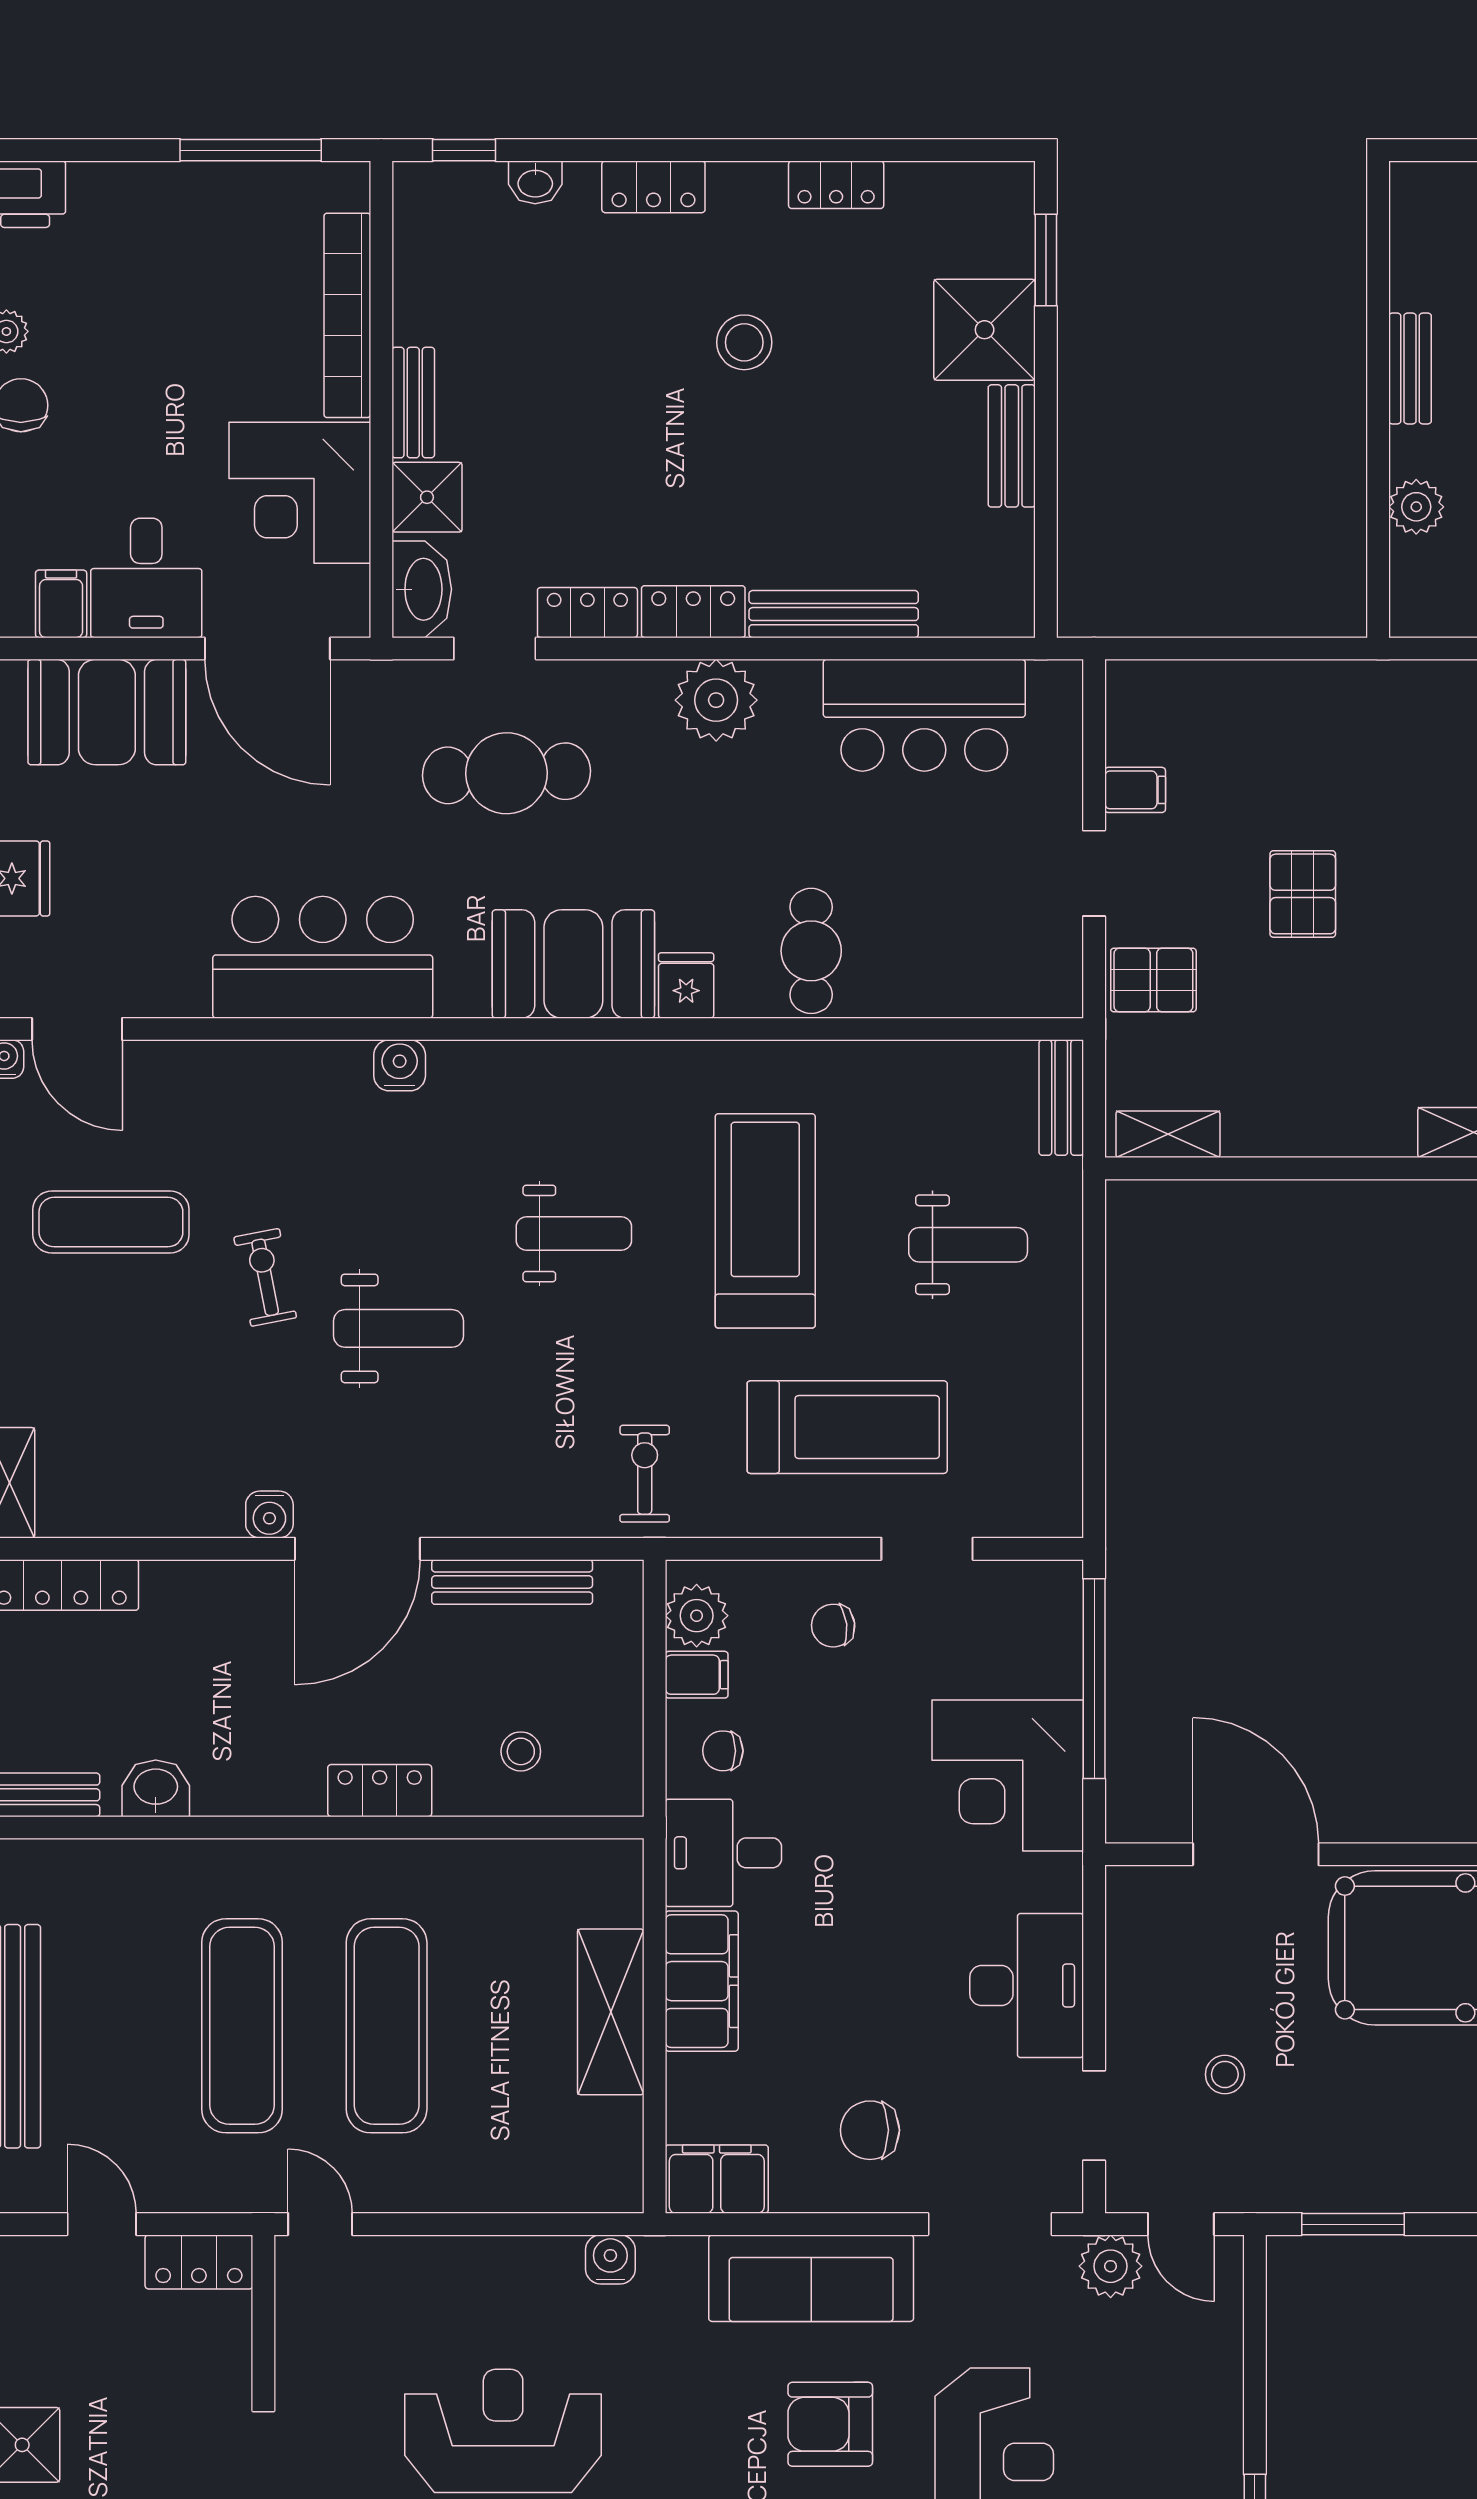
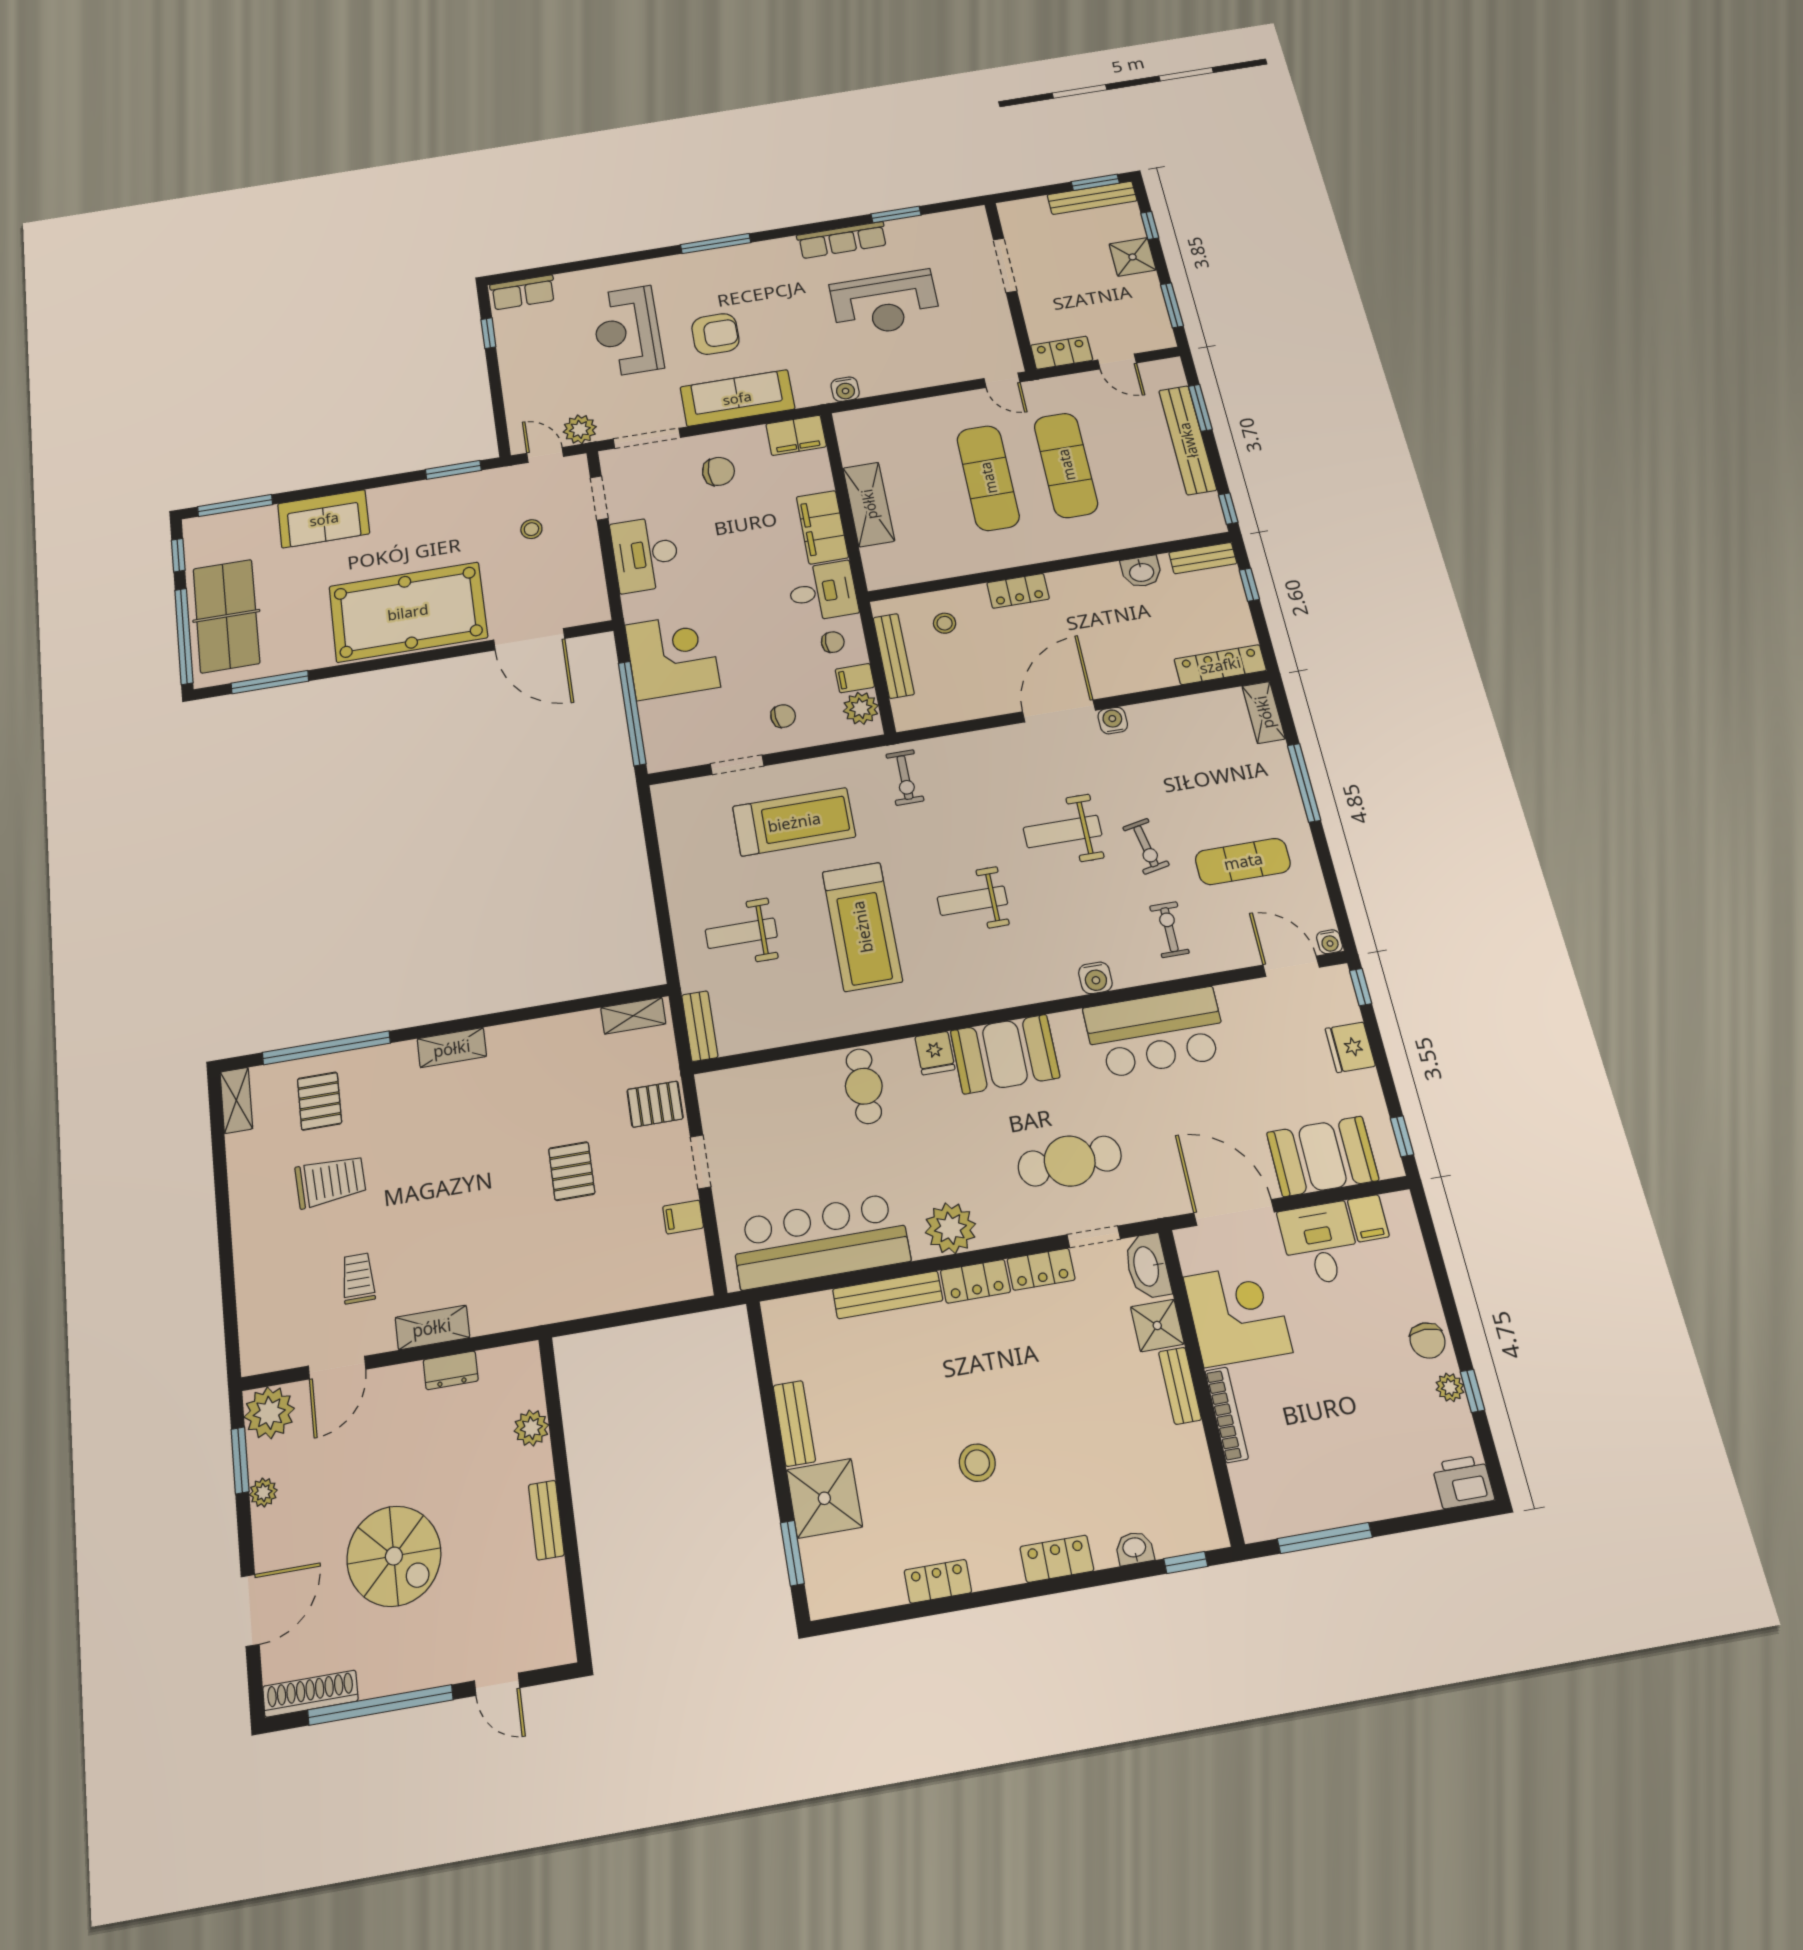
bookcase: (347, 315) -> (1227, 1415), width x0.68, depth x0.76
bar counter: (924, 715) -> (820, 1241), width x1.36
exercise bike: (260, 1126) -> (1169, 930), added
treadmill: (847, 1427) -> (794, 822), turned 180
bench: (512, 1582) -> (894, 656), moved, turned 90

